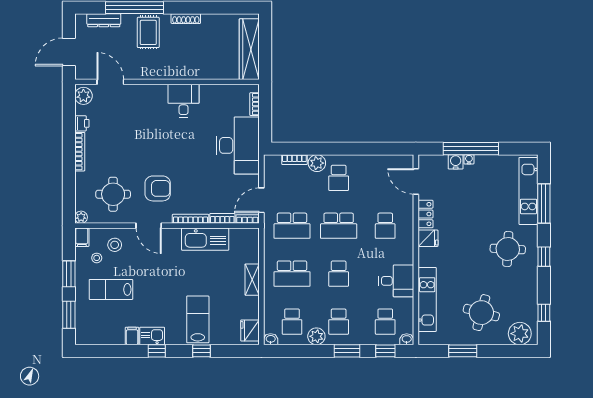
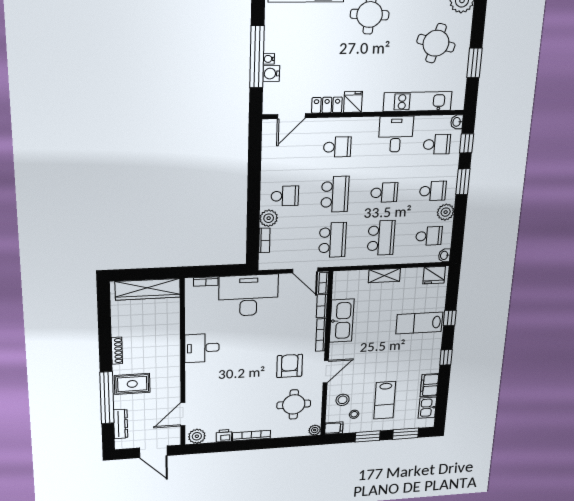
filing cabinet: (132, 336) -> (429, 385), width x2.00
kitchen sink: (152, 336) -> (427, 408), moved

